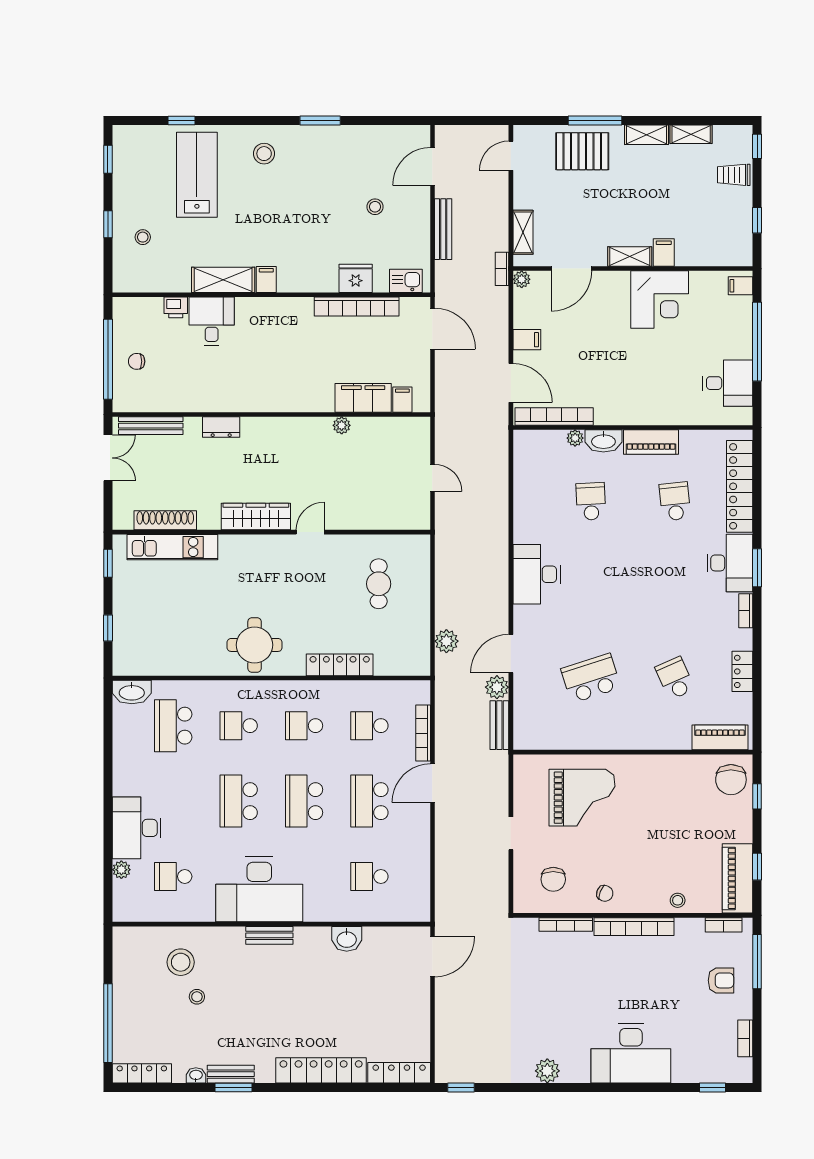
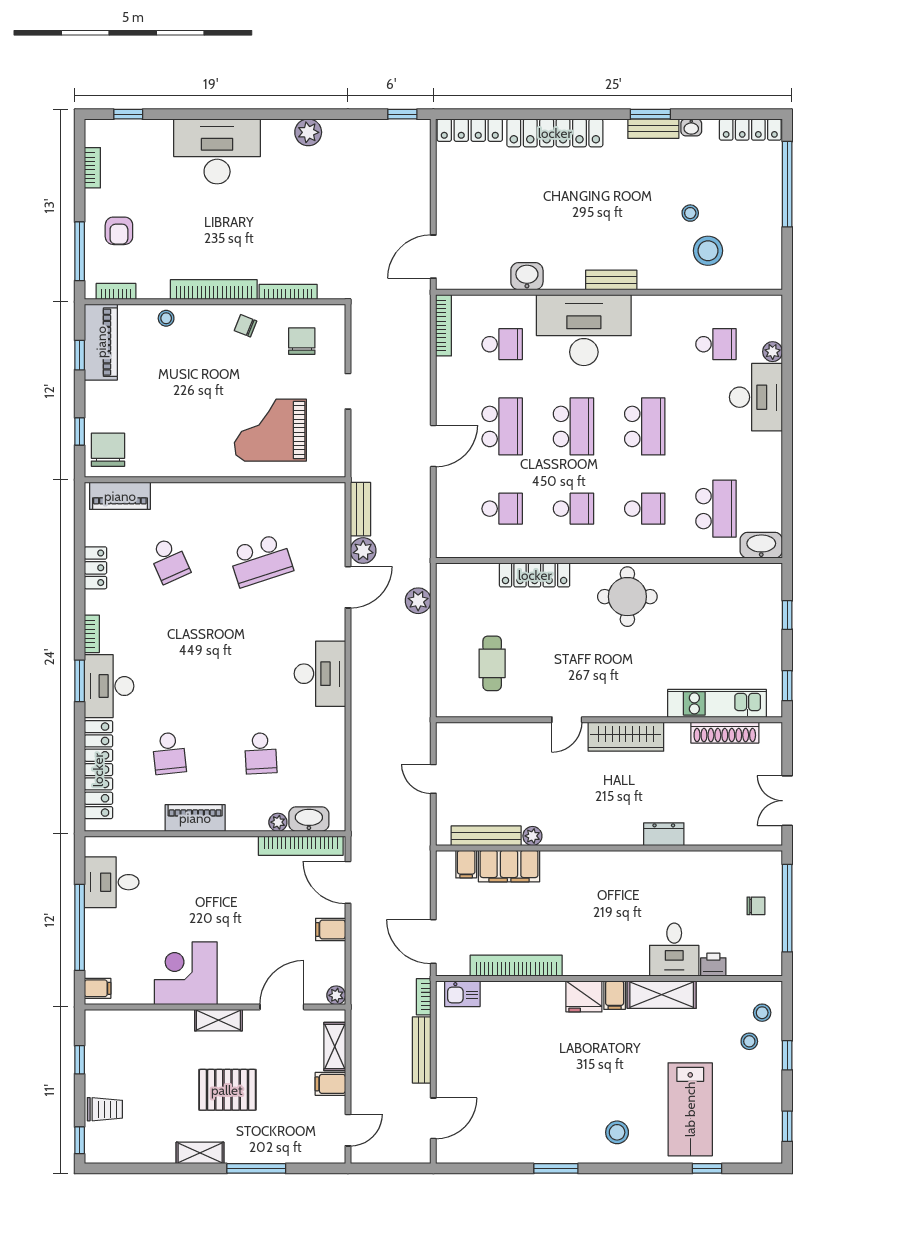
shelving: (691, 134) -> (151, 1153), removed
pallet: (582, 151) -> (227, 1090), moved
stool: (375, 207) -> (762, 1013), moved
filing cabinet: (664, 252) -> (330, 1084), moved, turned 90
bookcase: (502, 269) -> (424, 997), moved, turned 180
fridge: (356, 278) -> (584, 996), moved
bench: (151, 426) -> (486, 836), moved
washbasin: (603, 441) -> (309, 819), moved
bookcase: (423, 733) -> (444, 325), moved
desk: (259, 889) -> (584, 330), moved
armchair: (721, 980) -> (119, 231), turned -90

